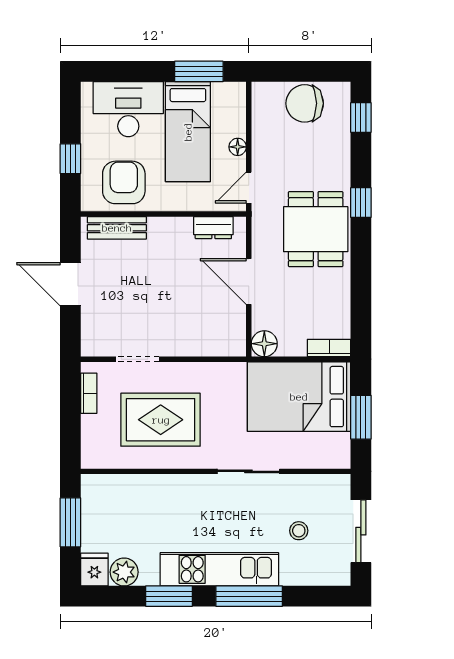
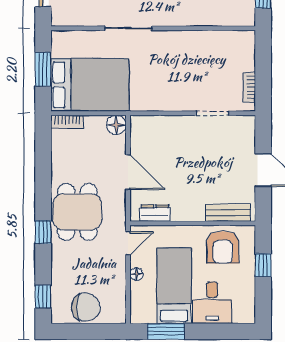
desk: (128, 109) -> (212, 303), width x0.73
rug: (161, 420) -> (195, 67), removed

